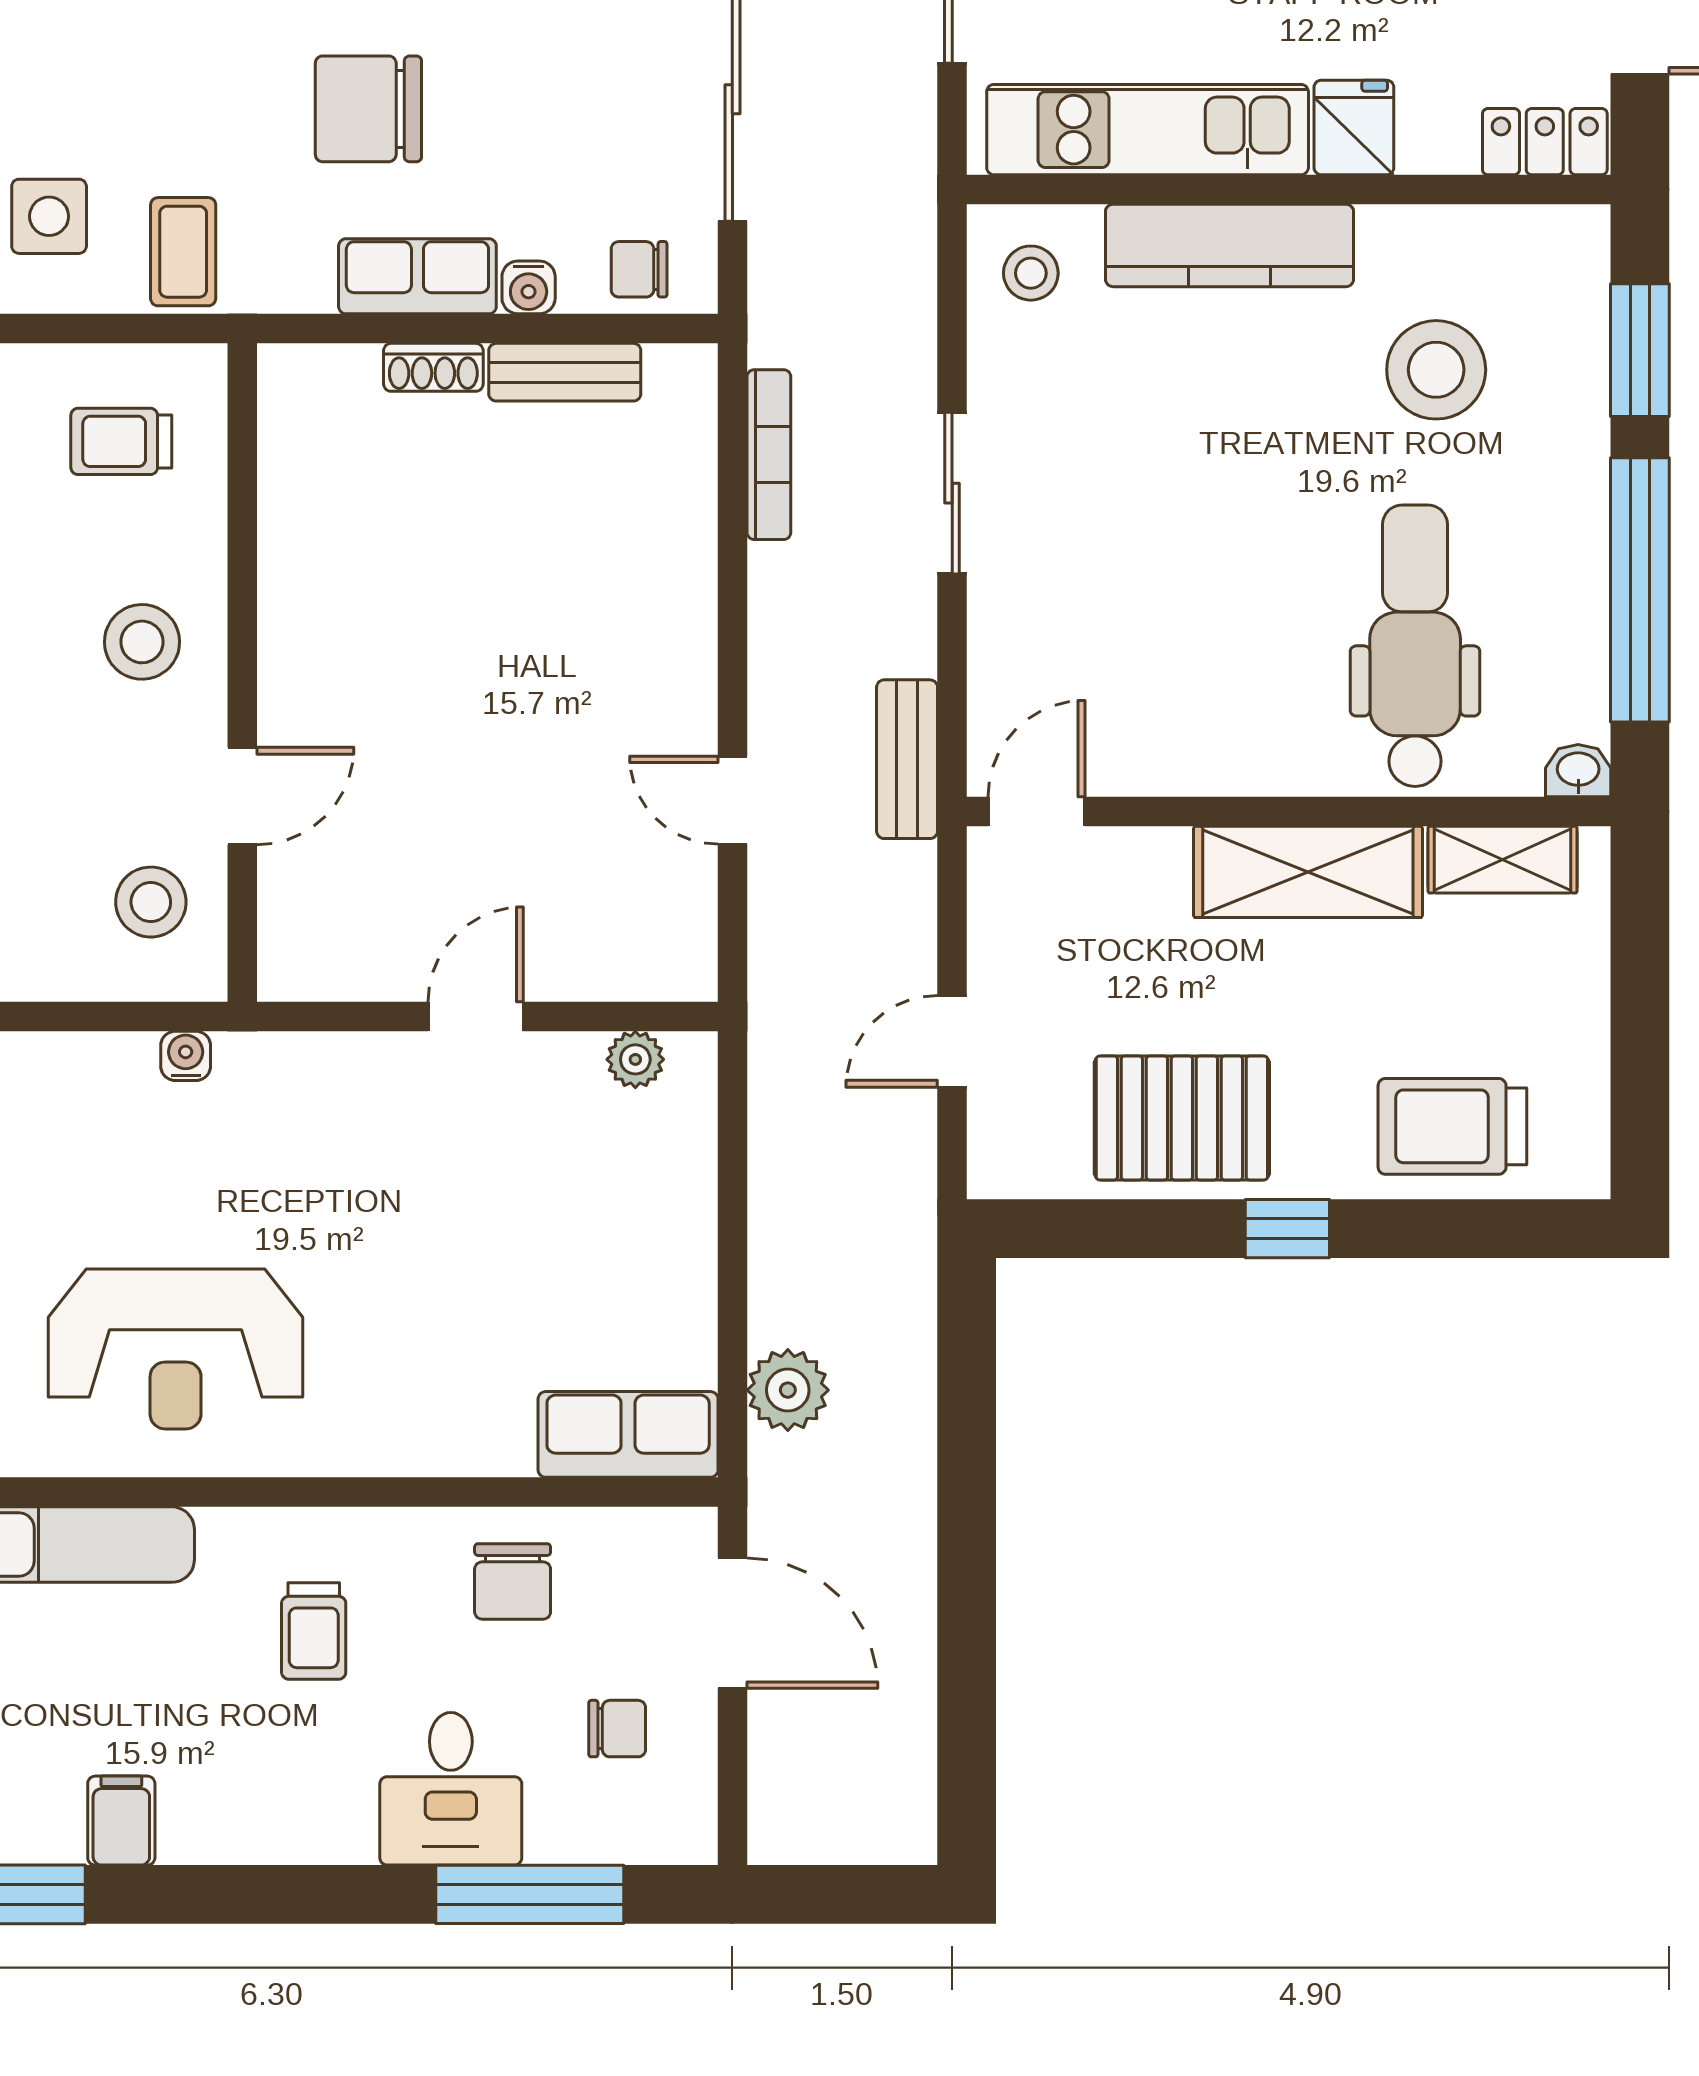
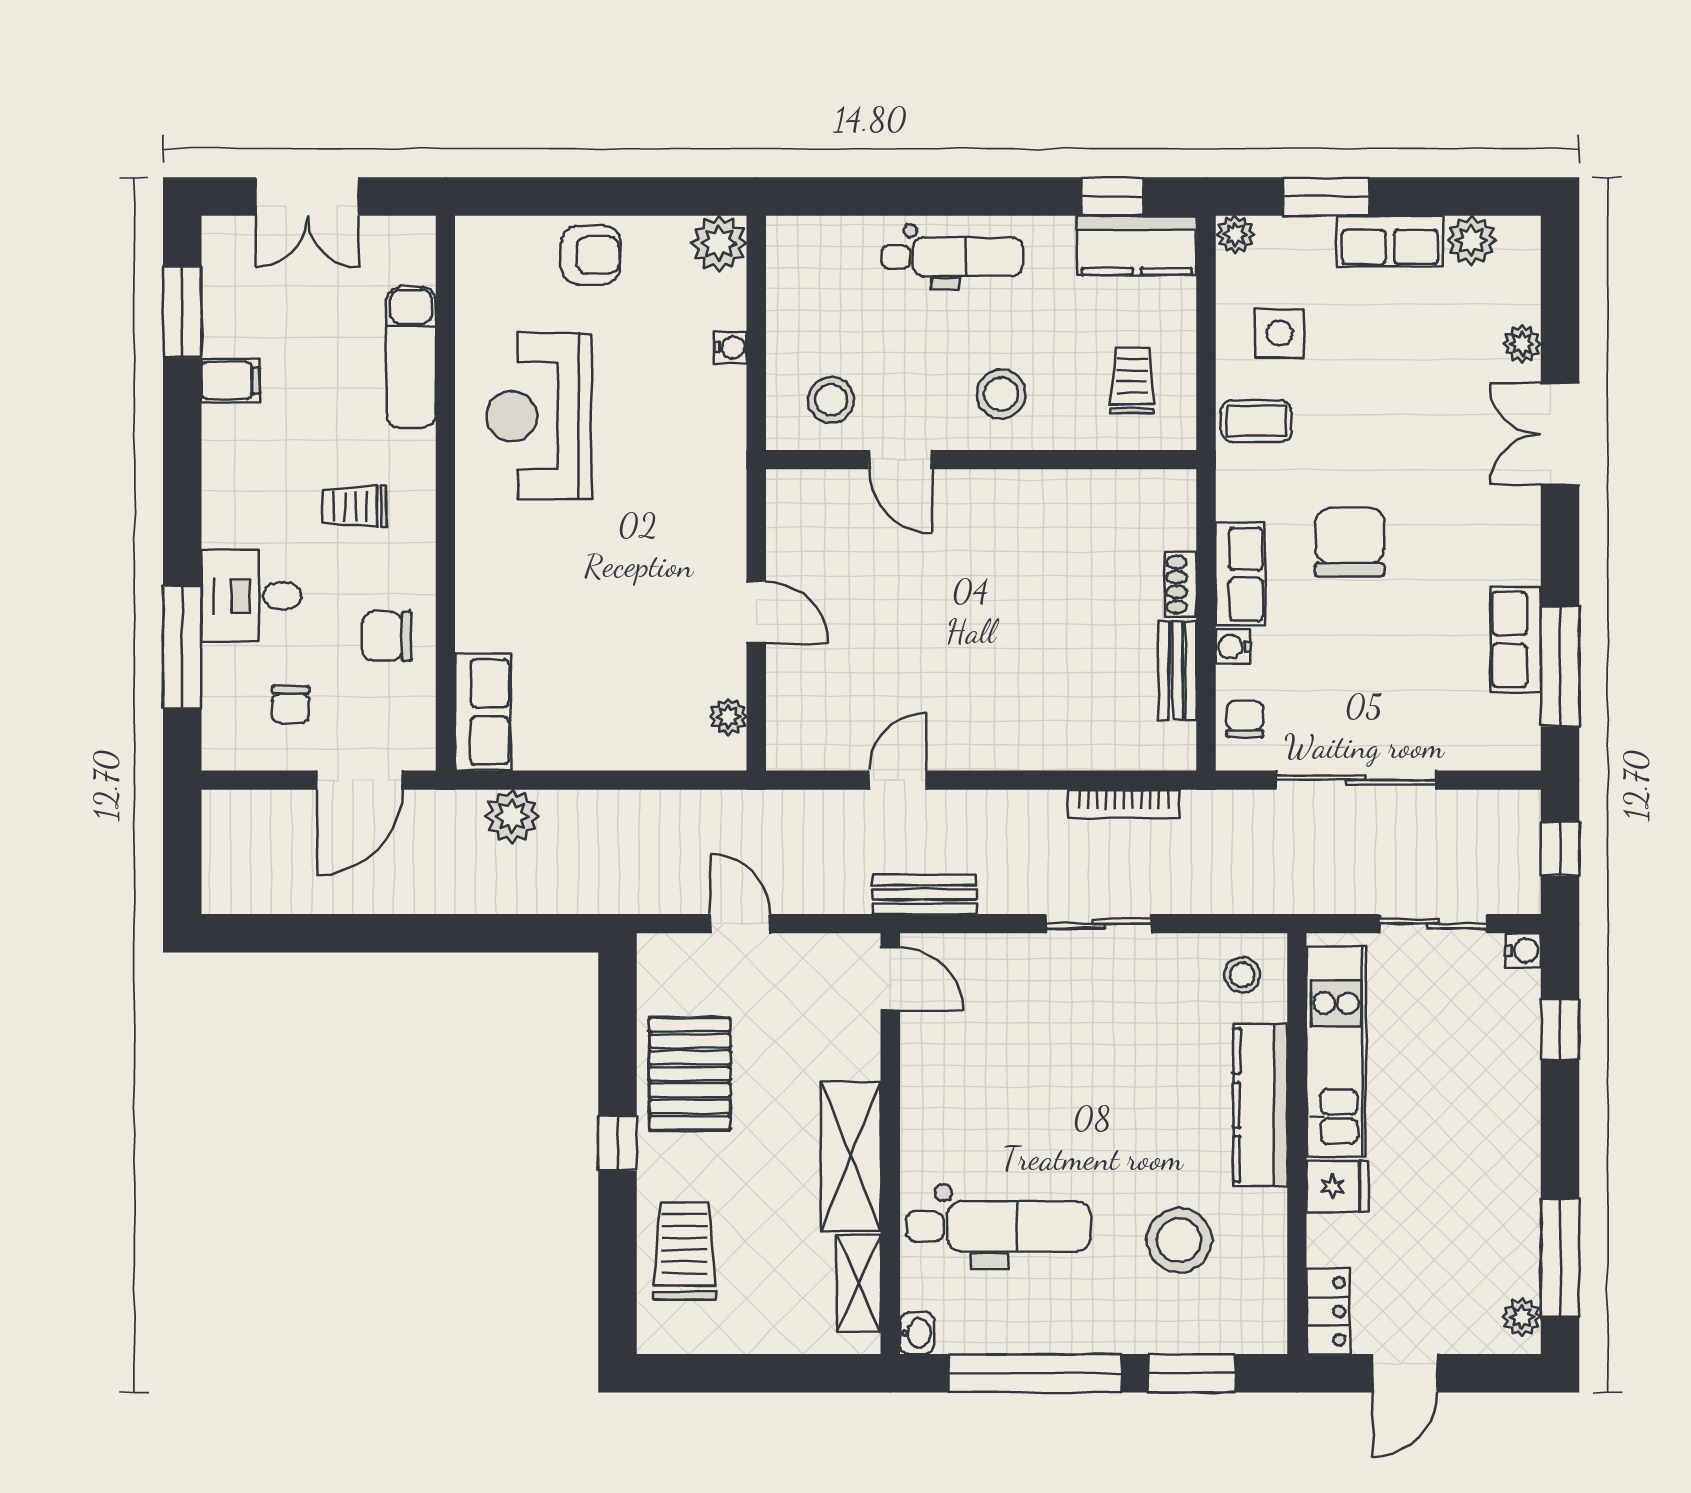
water cooler: (186, 1056) -> (730, 347), moved

